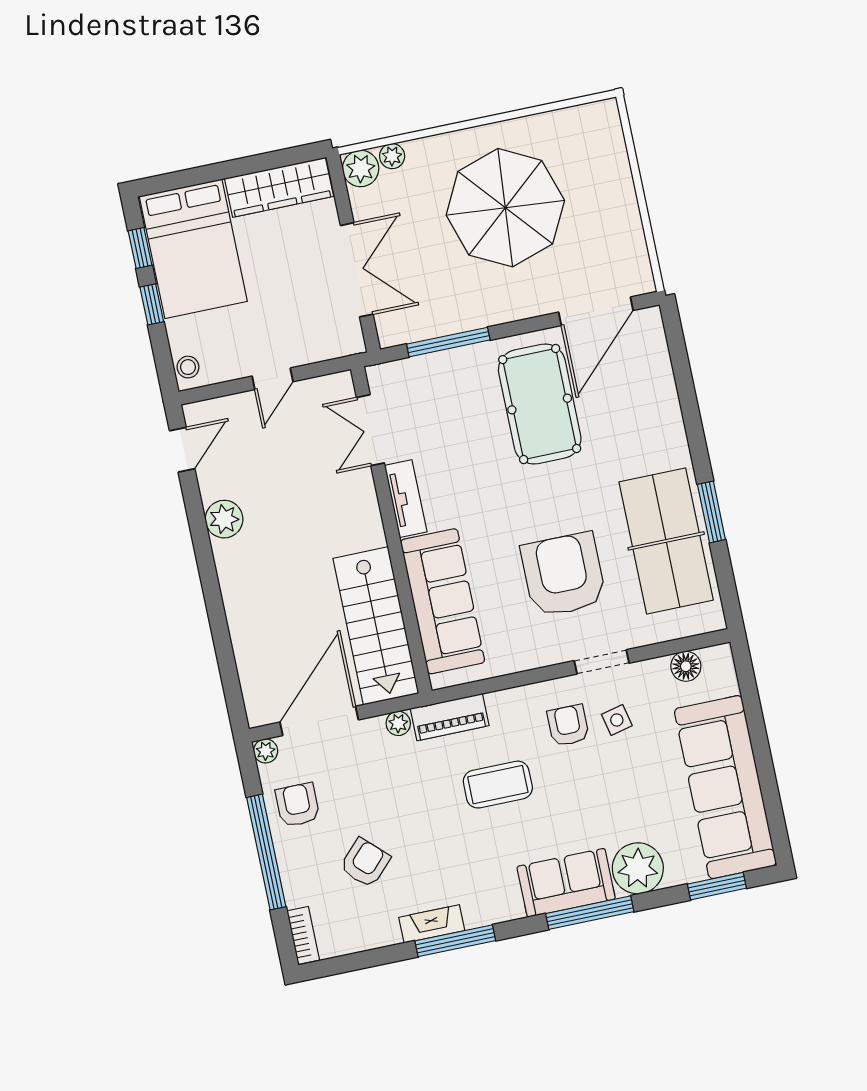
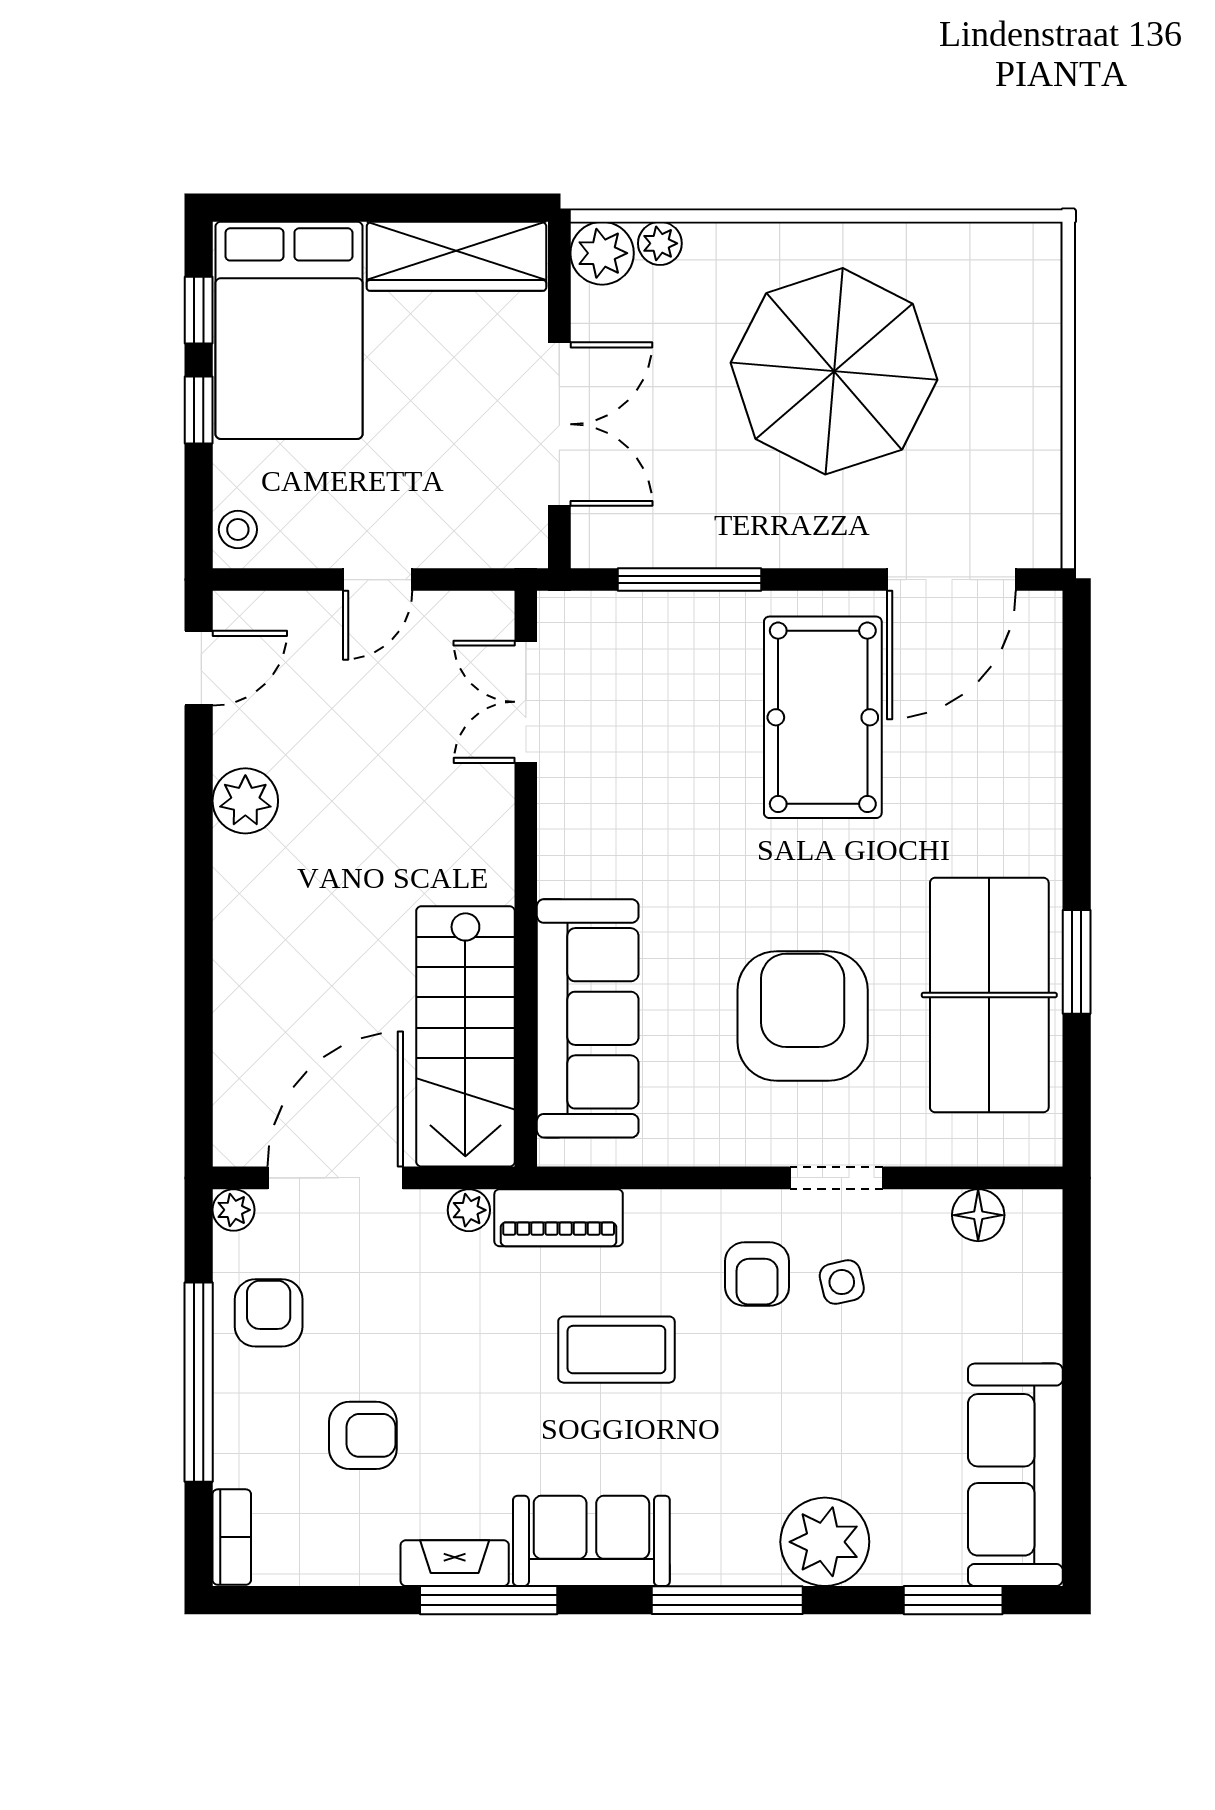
tv unit: (406, 499) -> (561, 831), removed
armchair: (568, 725) -> (757, 1274), turned 180
sofa: (725, 787) -> (1015, 1475), width x0.74, depth x0.79
armchair: (365, 863) -> (363, 1435), turned 46
sofa: (566, 883) -> (591, 1541), moved

